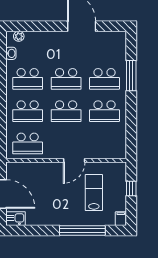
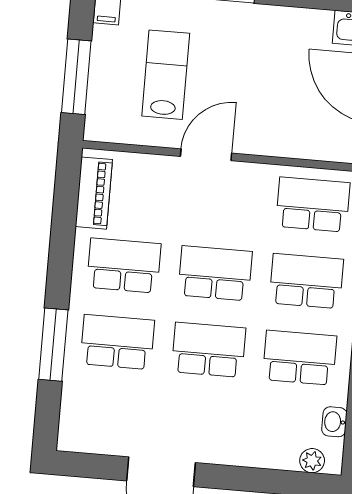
piano: (120, 140) -> (94, 193), added
window: (131, 188) -> (76, 77), width x2.17
lab bench: (94, 193) -> (166, 75), turned 180

